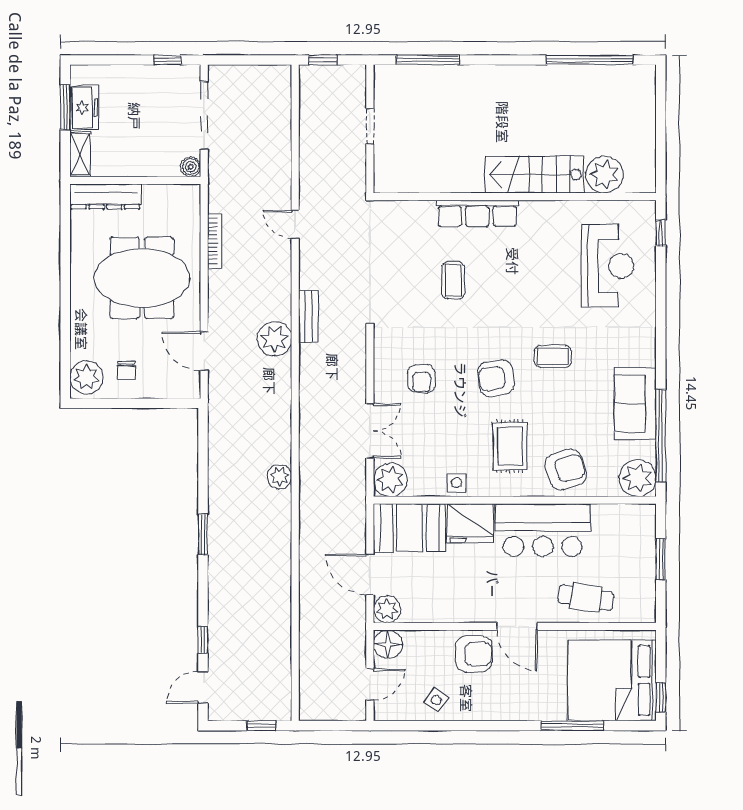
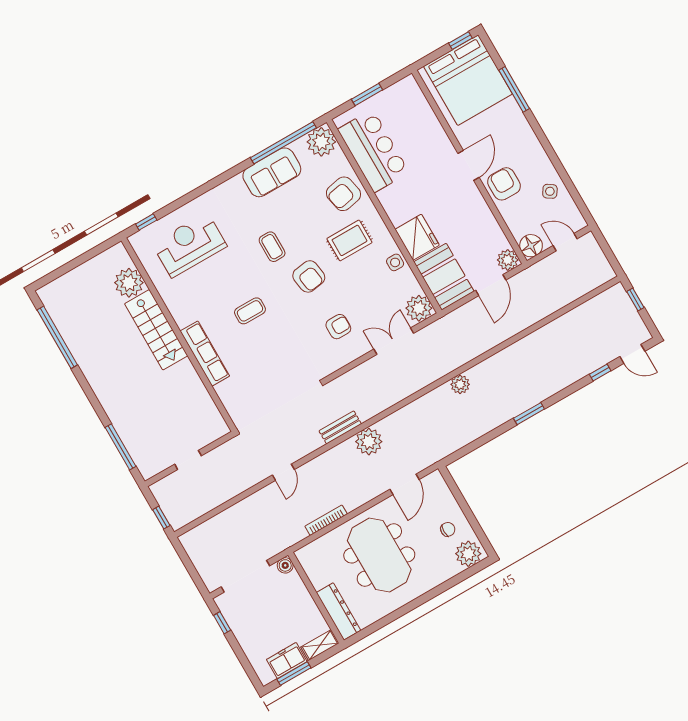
coffee table: (453, 280) -> (250, 311), moved
armchair: (566, 470) -> (343, 194), turned -84
bar counter: (543, 530) -> (373, 151), moved
cafe table: (586, 598) -> (422, 130), removed

